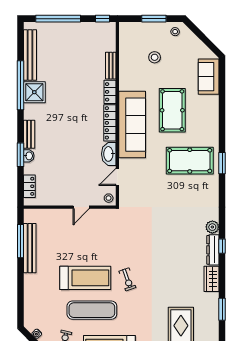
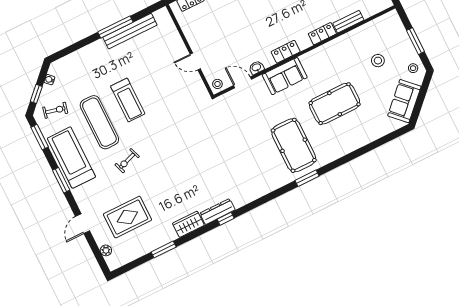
sofa: (209, 77) -> (404, 101), moved, turned -45
locker: (110, 123) -> (286, 52), width x0.66
sofa: (132, 125) -> (285, 76), width x0.54, depth x0.79
washbasin: (109, 154) -> (256, 68), width x0.52, depth x0.69
plant: (212, 227) -> (240, 200), removed
window: (20, 241) -> (115, 27), moved
treadmill: (85, 278) -> (128, 100), width x0.73, depth x0.73
exercise bike: (127, 279) -> (127, 161), moved

